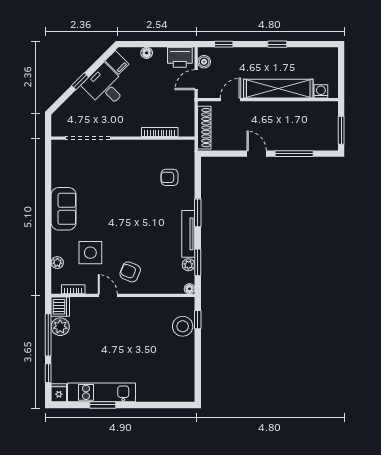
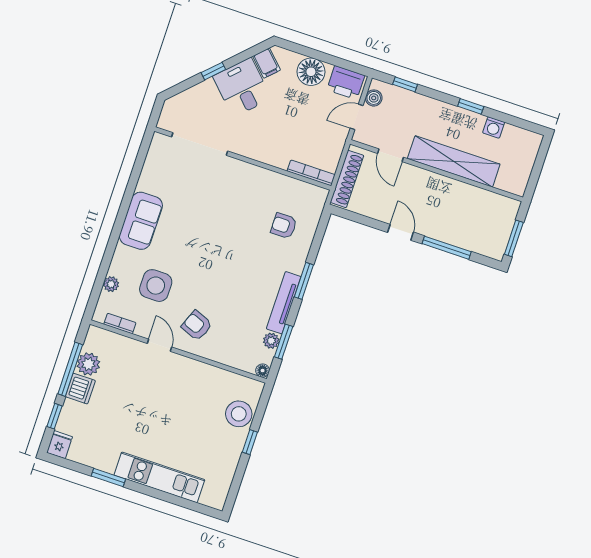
floor lamp: (147, 53) -> (311, 72), width x1.89, depth x1.89
washing machine: (321, 91) -> (494, 127), moved, turned 180
door: (230, 100) -> (390, 155), swing flipped
bookcase: (160, 132) -> (311, 173), moved
dishwasher: (60, 307) -> (80, 389), moved
window: (198, 320) -> (250, 442), moved
kitchen unit: (102, 392) -> (159, 477), moved

